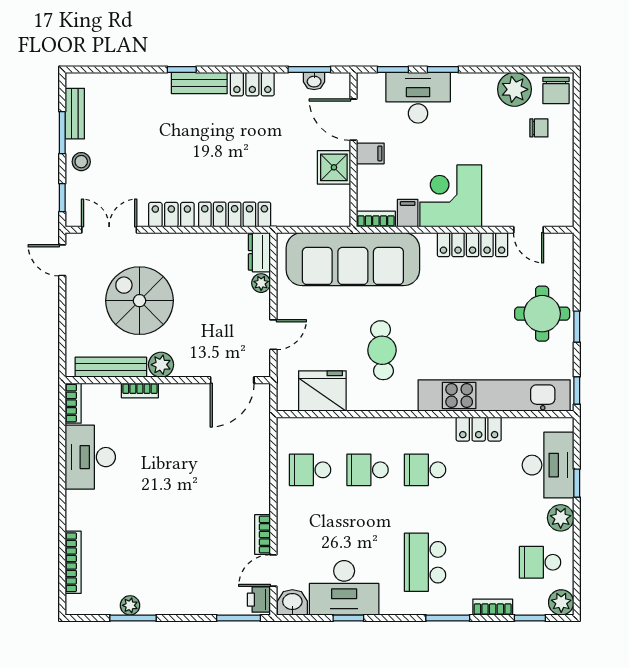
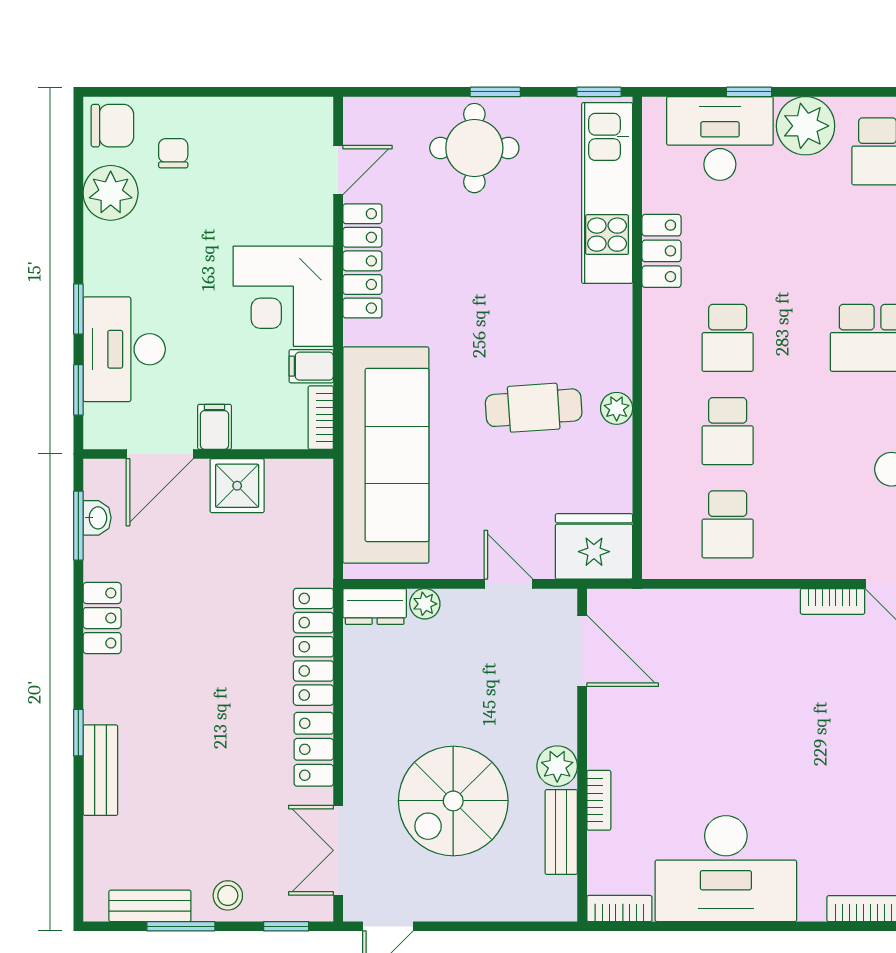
bench: (199, 83) -> (100, 770), moved
bench: (111, 367) -> (561, 832), width x0.73
fridge: (322, 391) -> (594, 546), moved, turned 90
kitchen unit: (494, 395) -> (607, 193), width x0.73
plant: (382, 401) -> (617, 408), added
desk: (90, 457) -> (726, 869), width x1.36, depth x1.30
plant: (561, 518) -> (806, 126), width x1.36, depth x1.36

